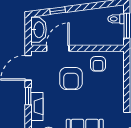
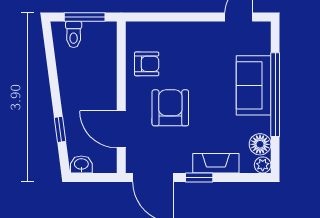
washbasin: (39, 30) -> (81, 164), width x0.52, depth x0.69
armchair: (71, 78) -> (170, 108), turned -90

